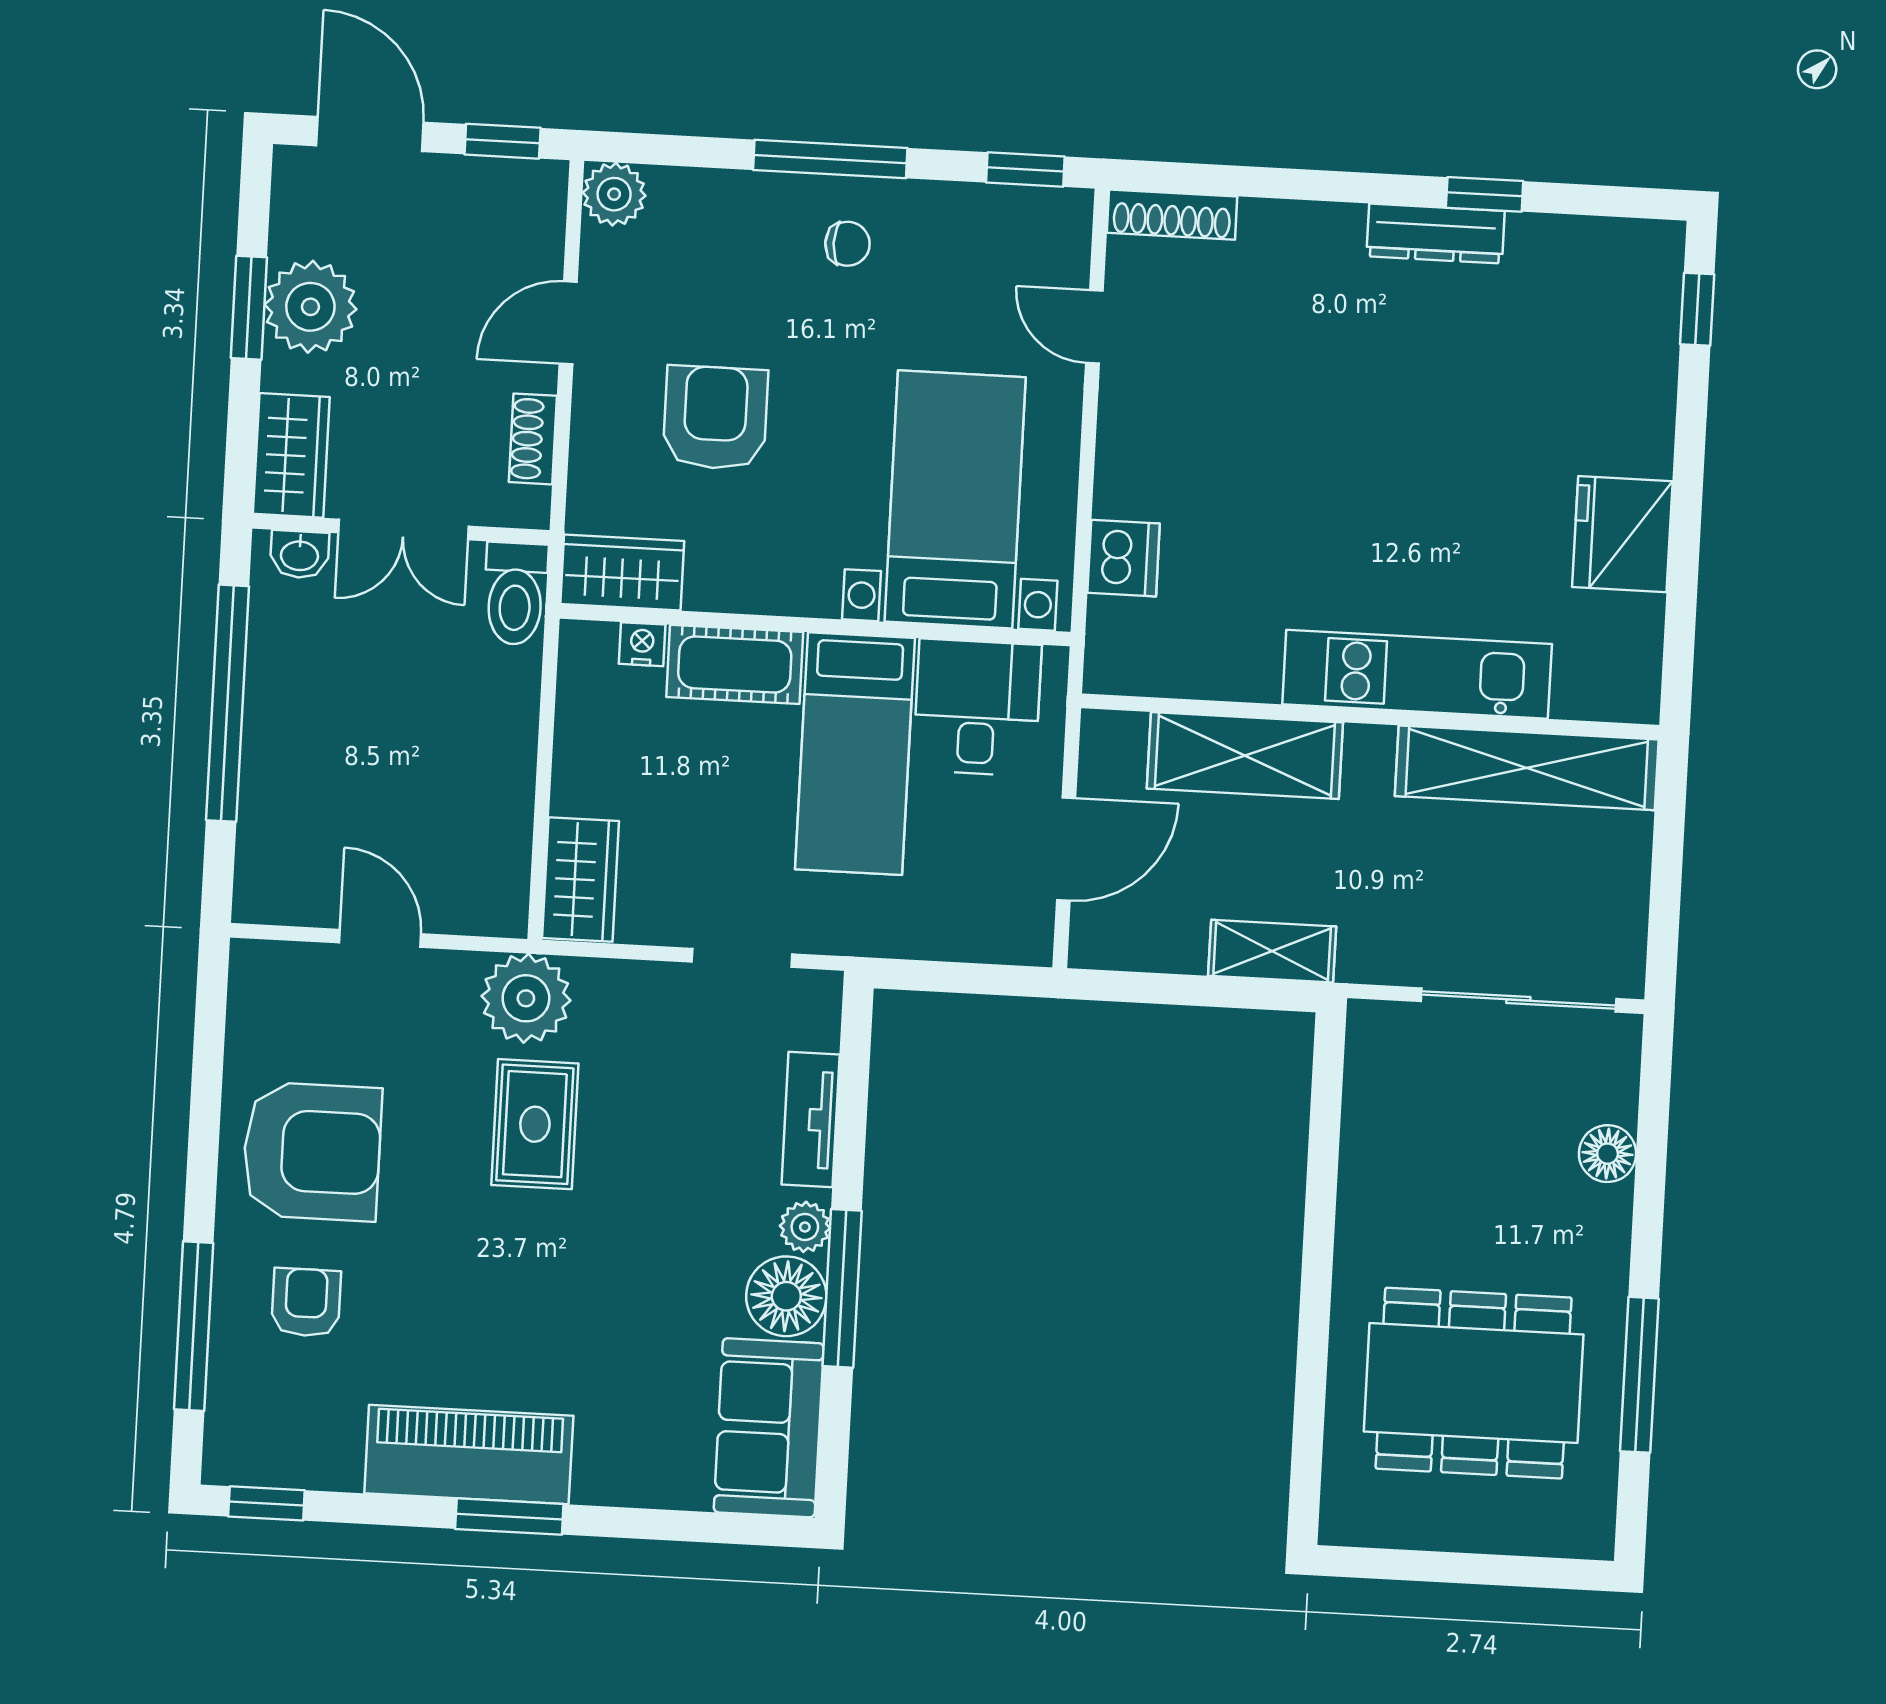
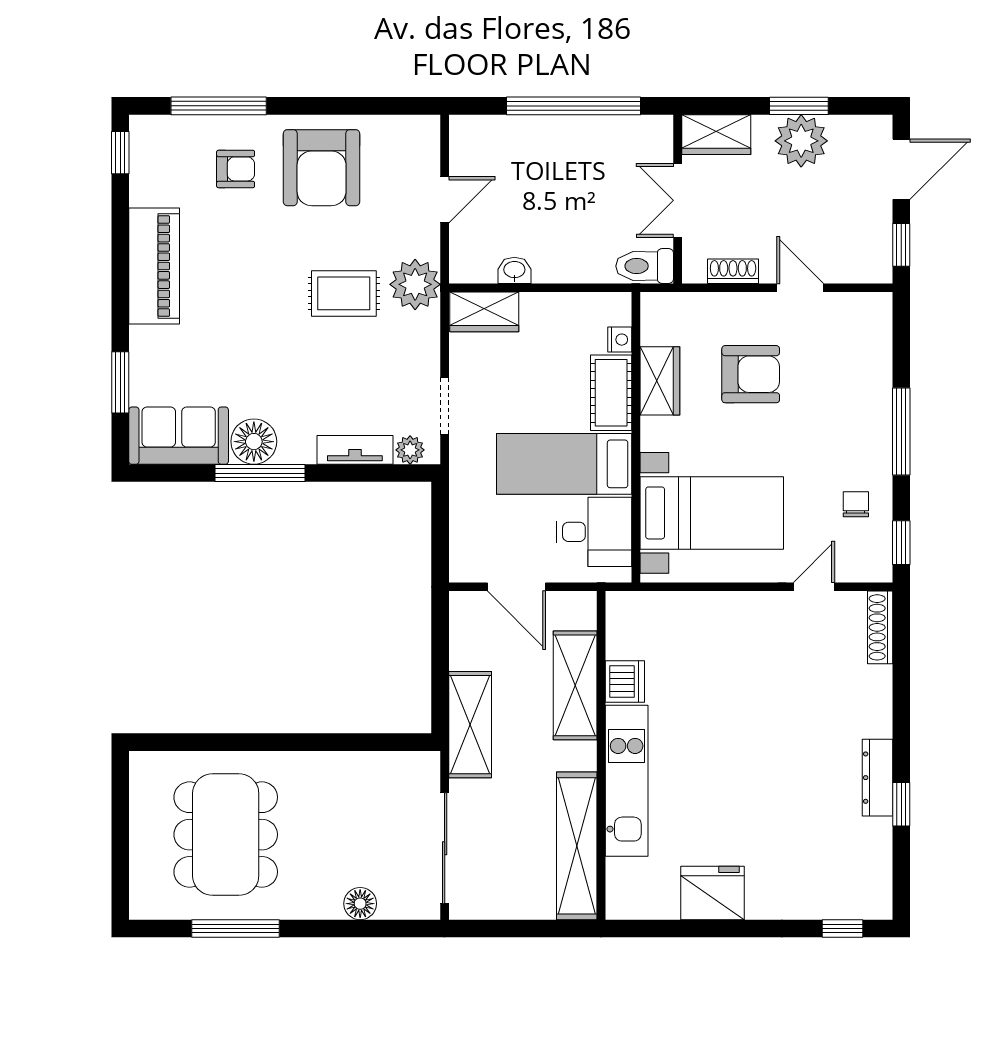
plant: (614, 194) -> (875, 310), removed
chair: (847, 244) -> (856, 504), moved, turned 180
washbasin: (300, 554) -> (514, 270), moved, turned 90
dishwasher: (1124, 558) -> (625, 682), moved, turned -90
wardrobe: (622, 573) -> (660, 381), moved
shelving: (1272, 951) -> (470, 725), width x1.50, depth x1.33
plant: (805, 1227) -> (410, 450), moved
window: (509, 1516) -> (120, 382), moved

